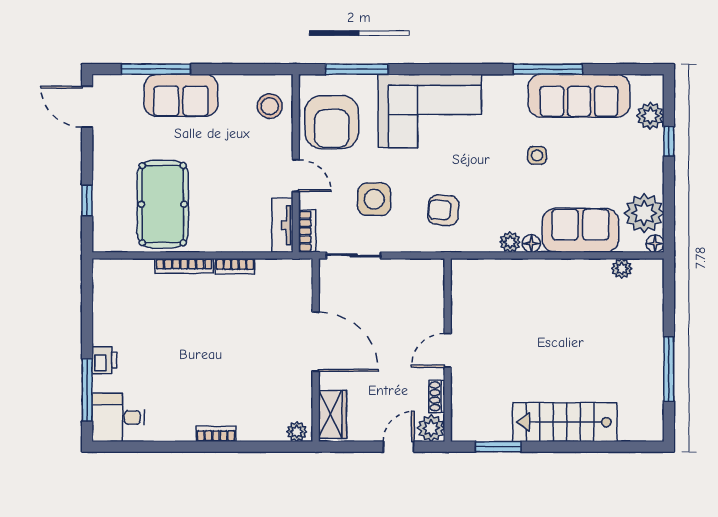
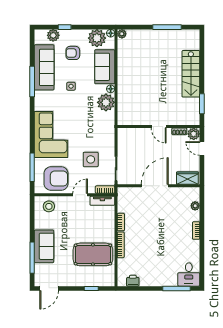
armchair: (443, 210) -> (73, 53), moved, turned 85
plant: (510, 242) -> (106, 102), width x1.87, depth x1.87
plant: (622, 268) -> (122, 34), moved
printer: (104, 360) -> (133, 281), moved
plant: (297, 432) -> (195, 206), moved

